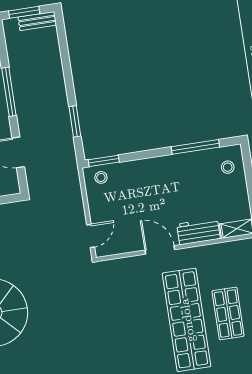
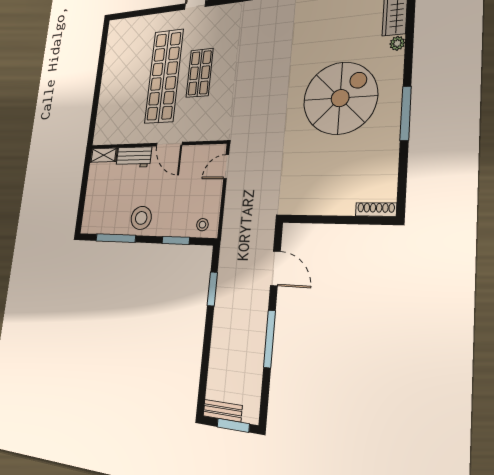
window: (104, 161) -> (176, 240), moved
stool: (228, 167) -> (141, 218), moved, width x1.89, depth x1.89
shop shelf: (228, 313) -> (200, 73), moved

